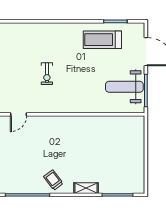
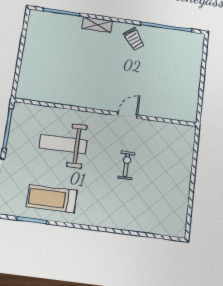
treadmill: (102, 40) -> (52, 199), turned 180
weight bench: (124, 87) -> (63, 144), moved, turned 180
door: (18, 114) -> (128, 115), moved

